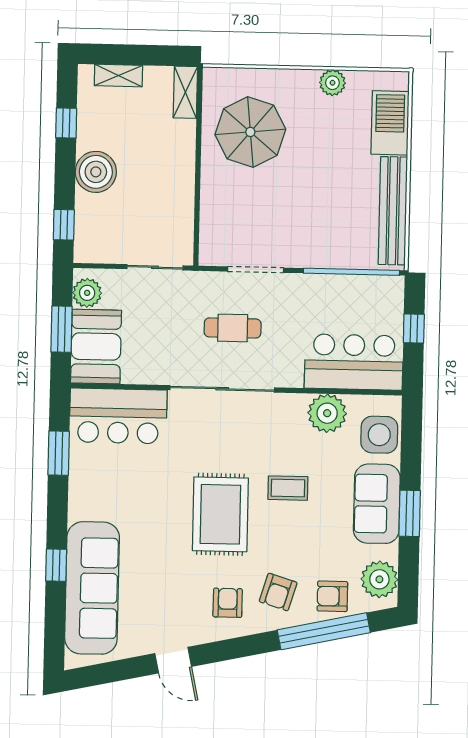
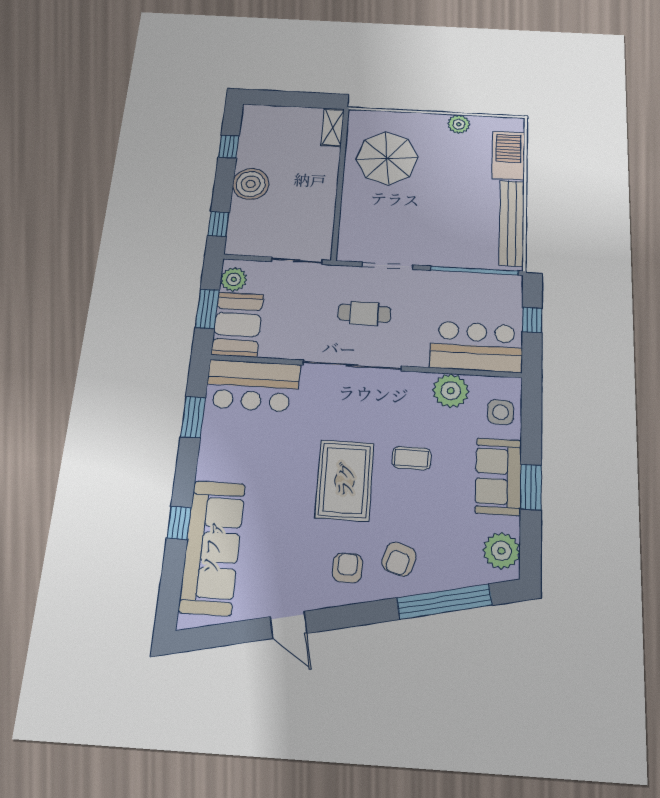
shelving: (118, 76) -> (277, 113), removed
side table: (379, 435) -> (501, 412), width x0.73, depth x0.73
armchair: (332, 596) -> (454, 566), removed

